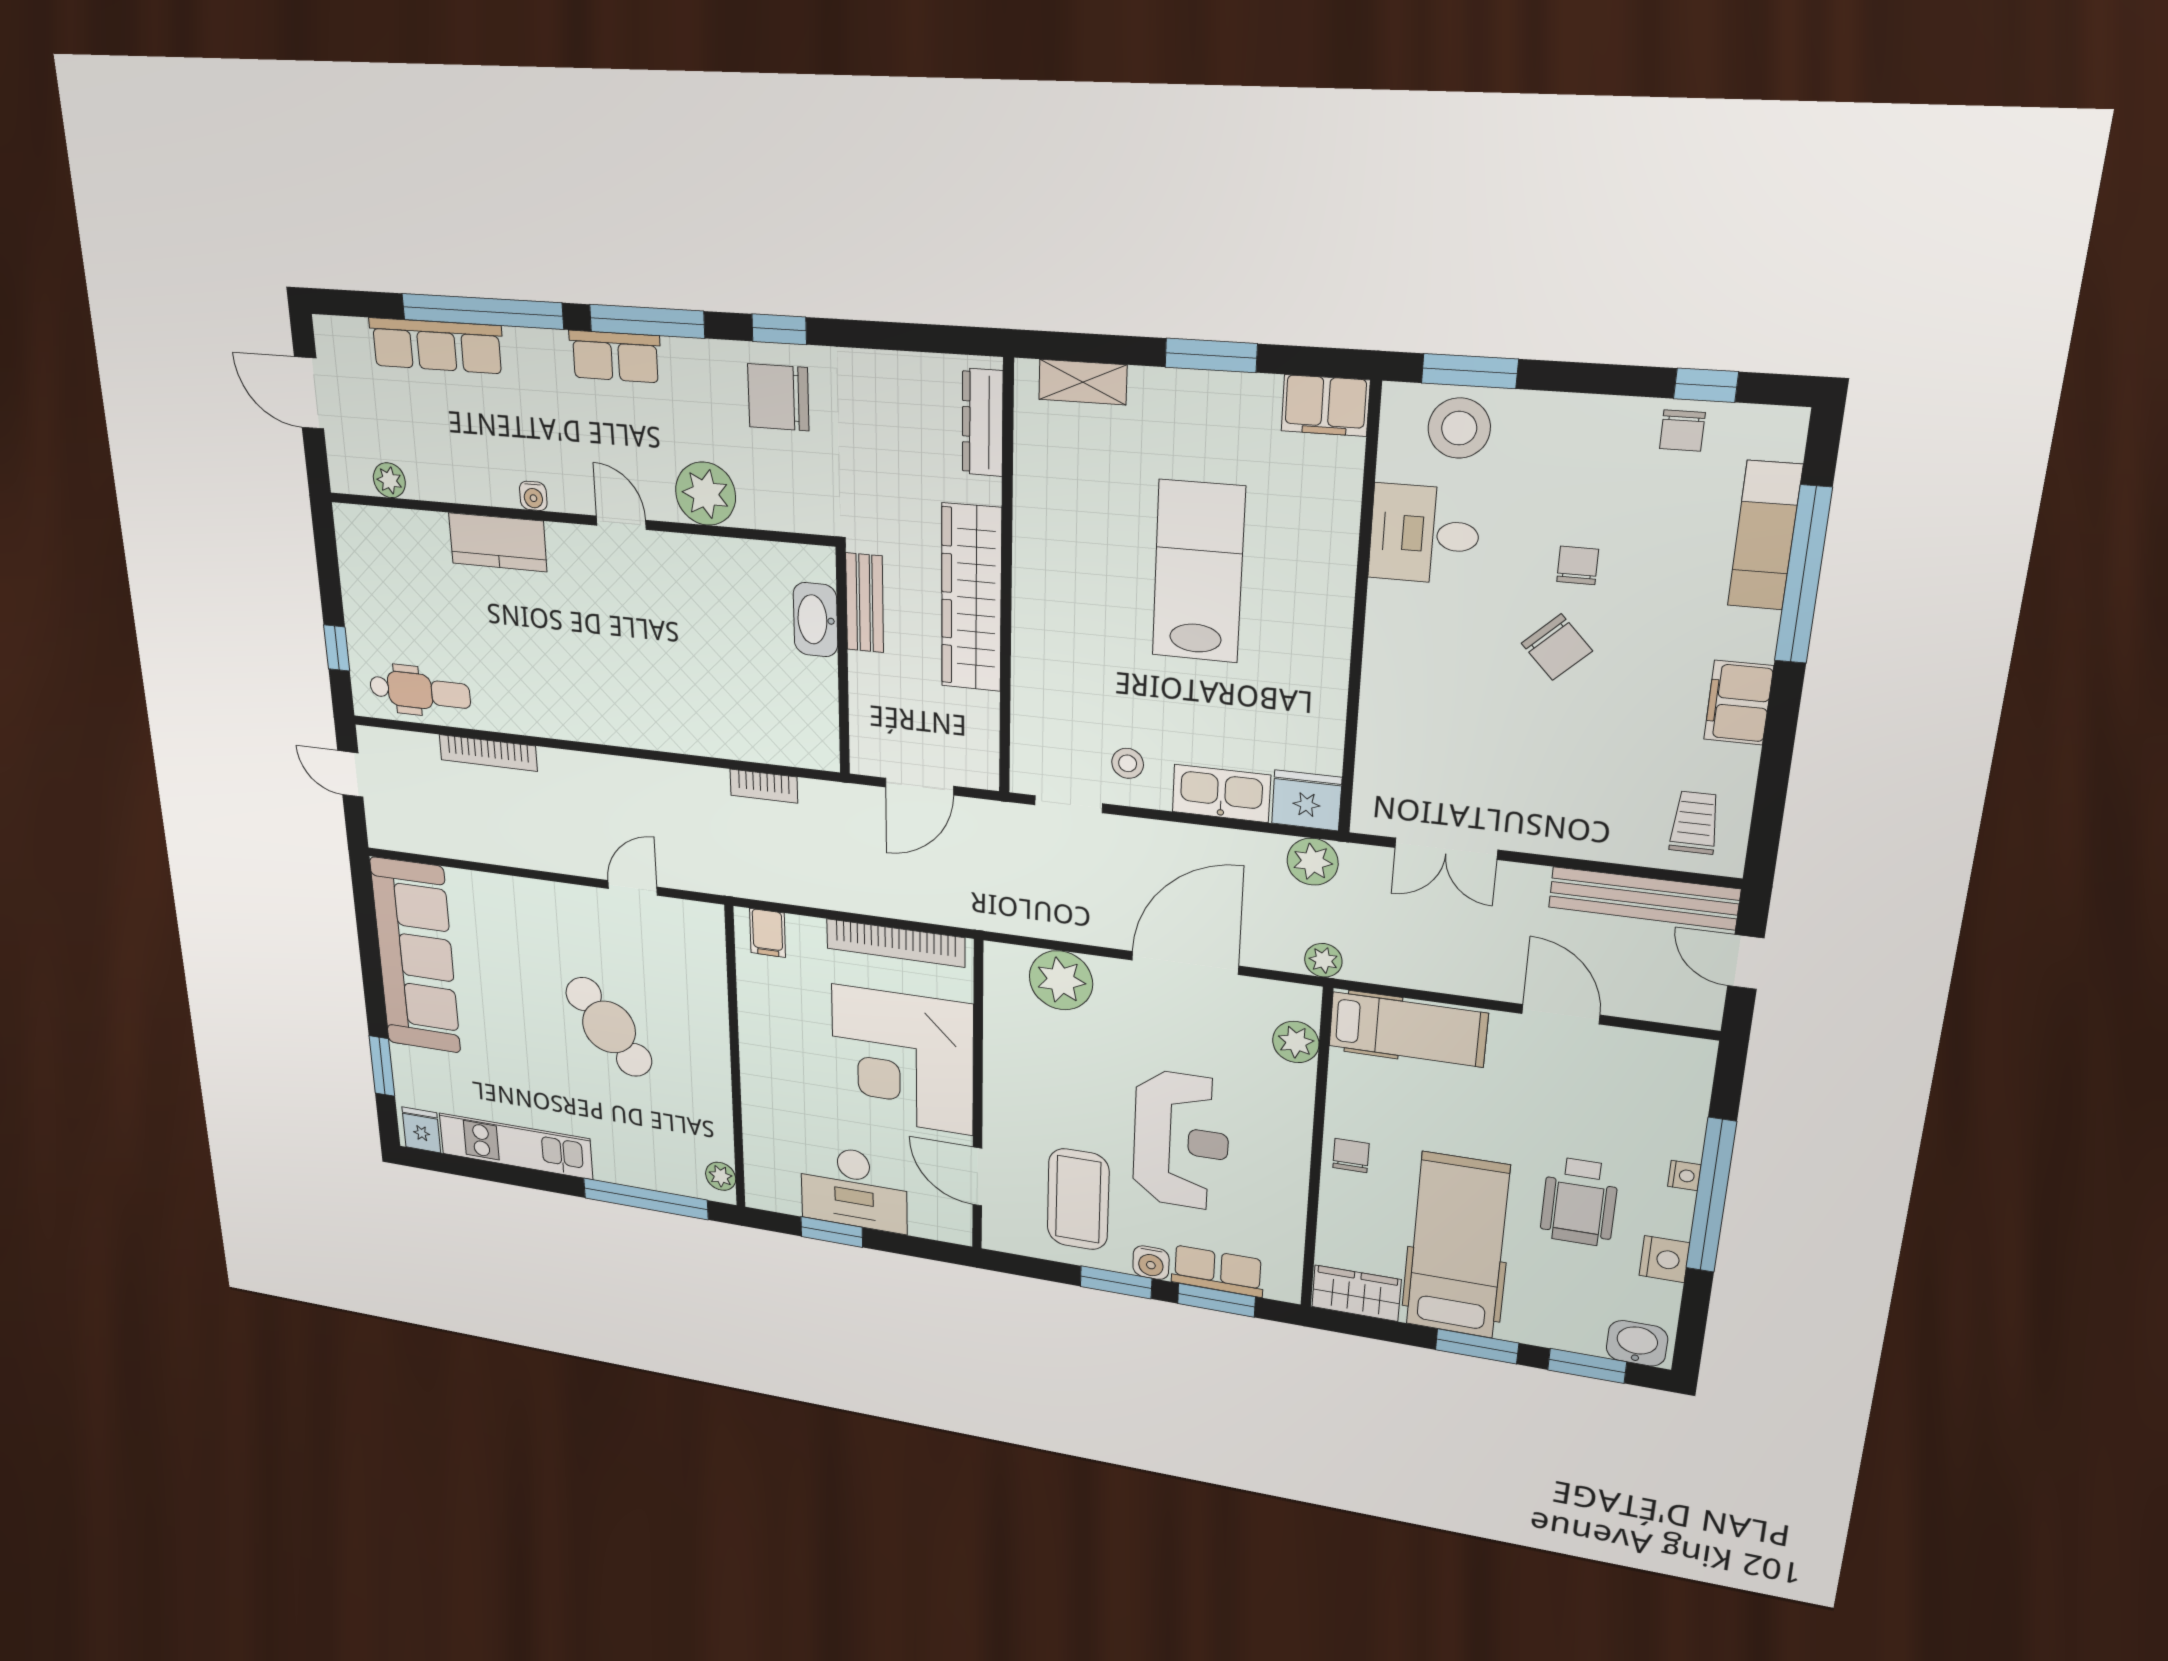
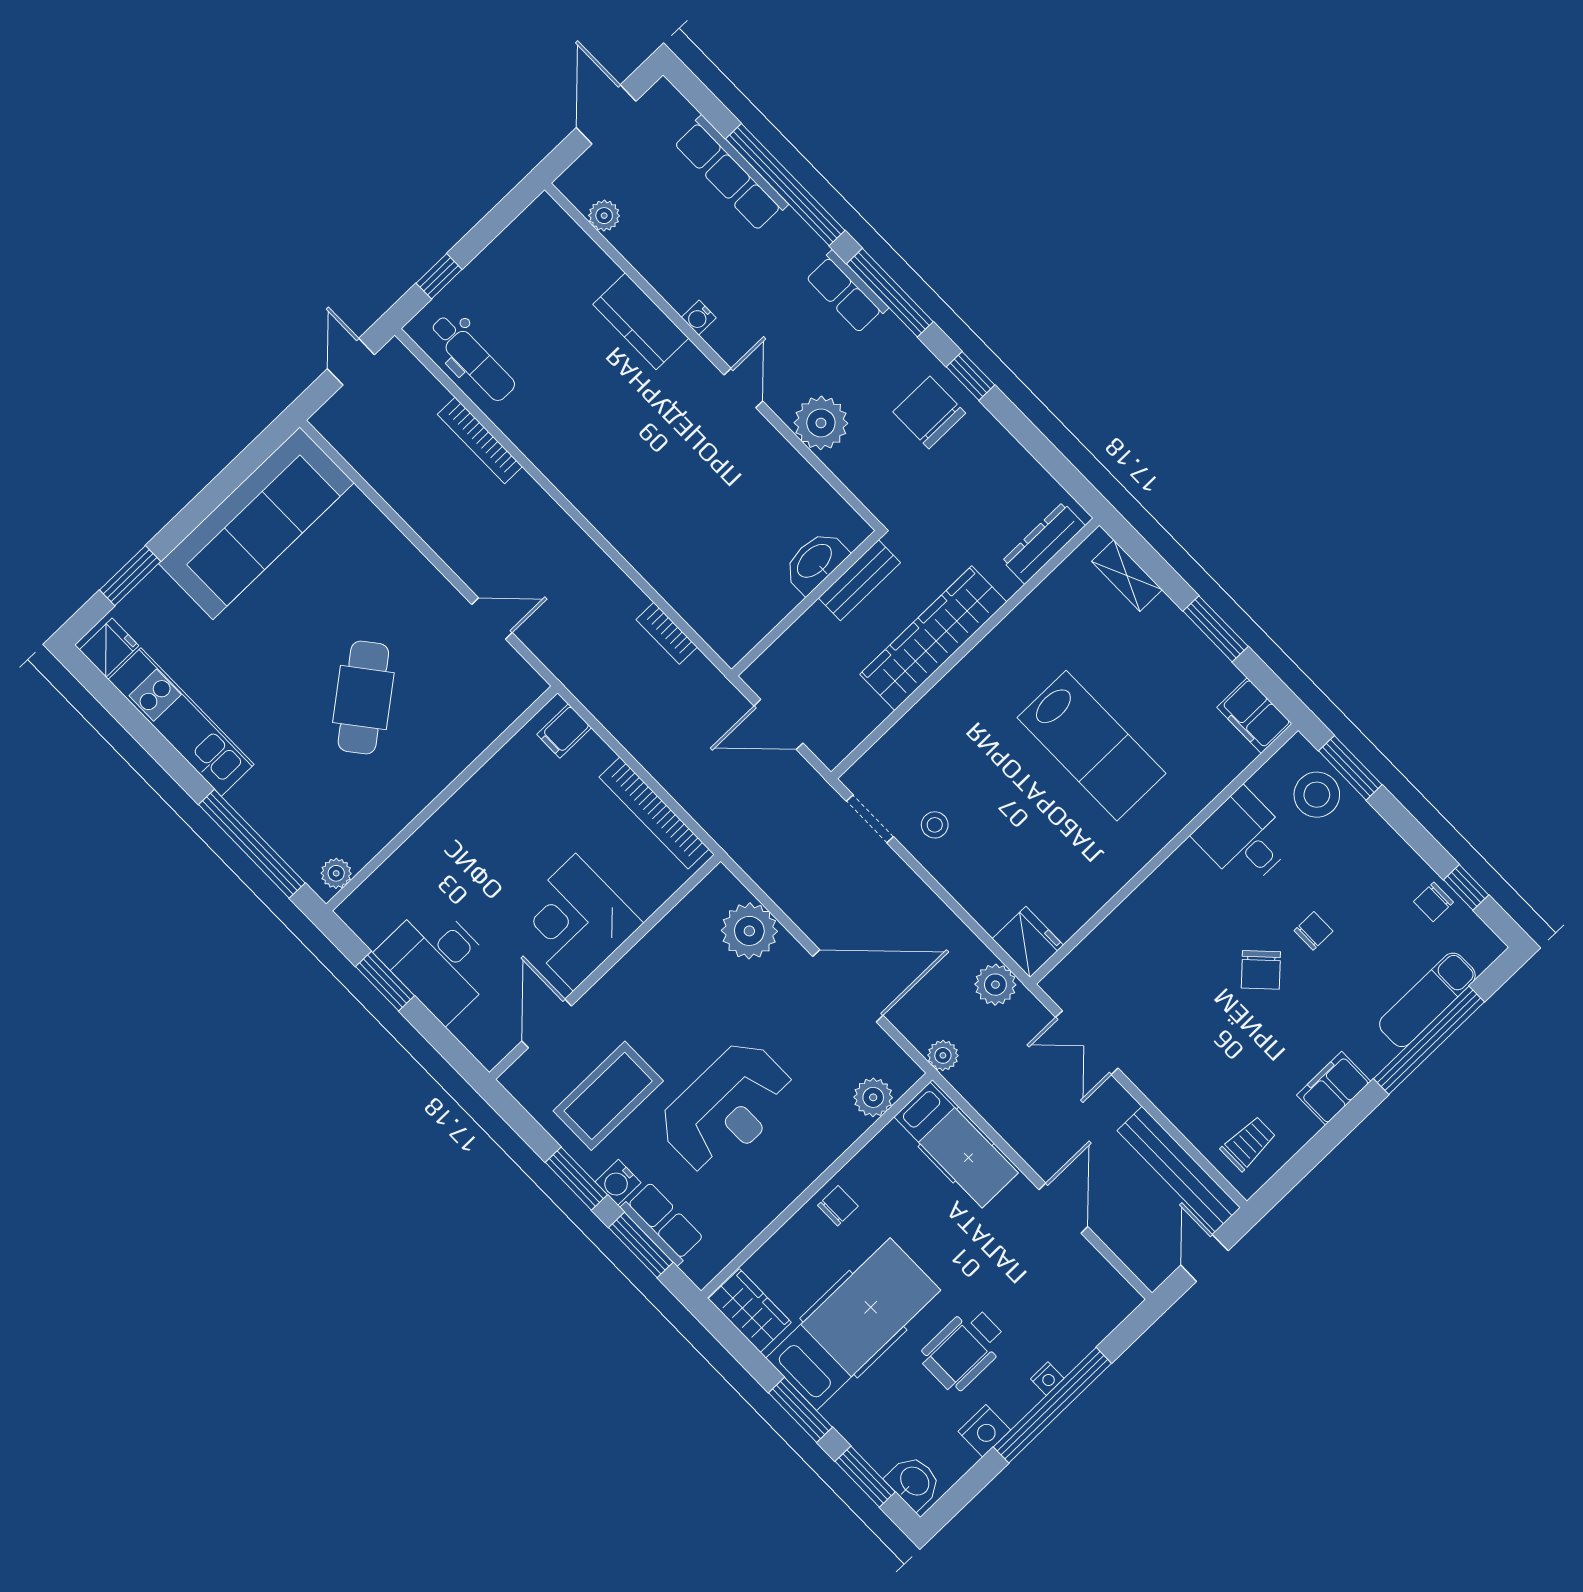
lab bench: (1198, 572) -> (1091, 746), turned 90
kitchen sink: (1221, 793) -> (978, 893), removed
corner desk: (902, 1060) -> (575, 922), width x0.74, depth x0.74

